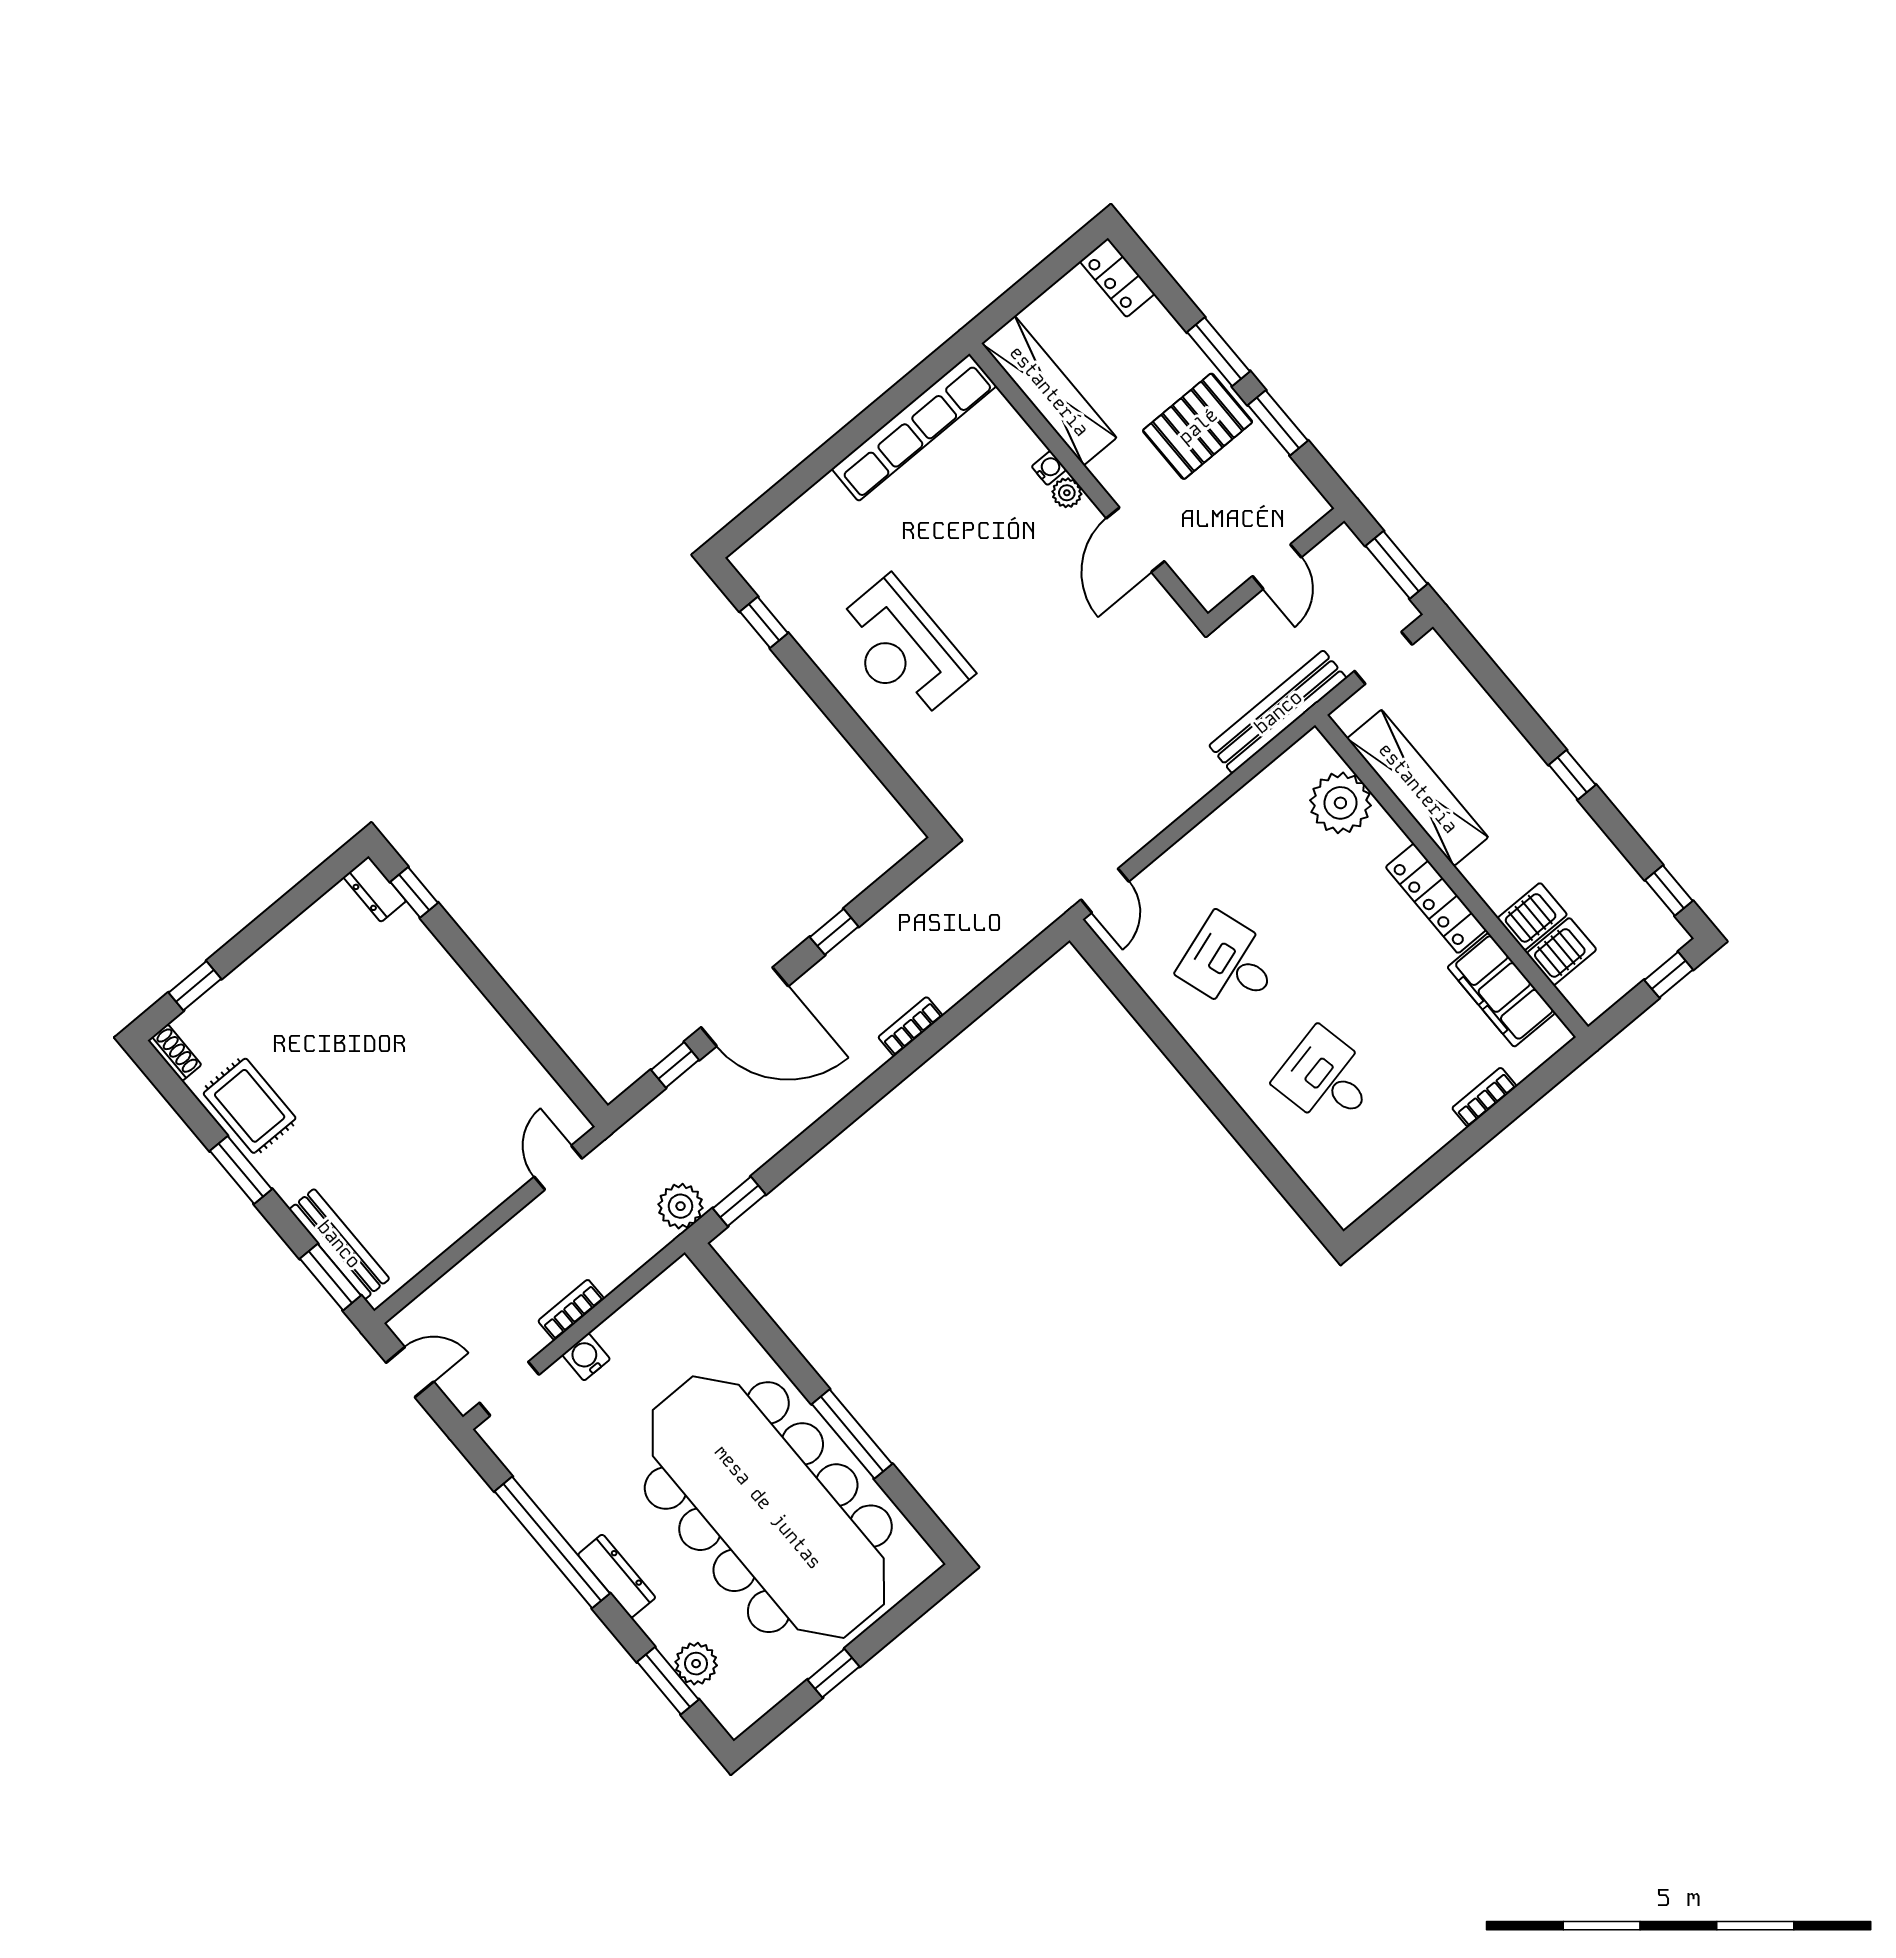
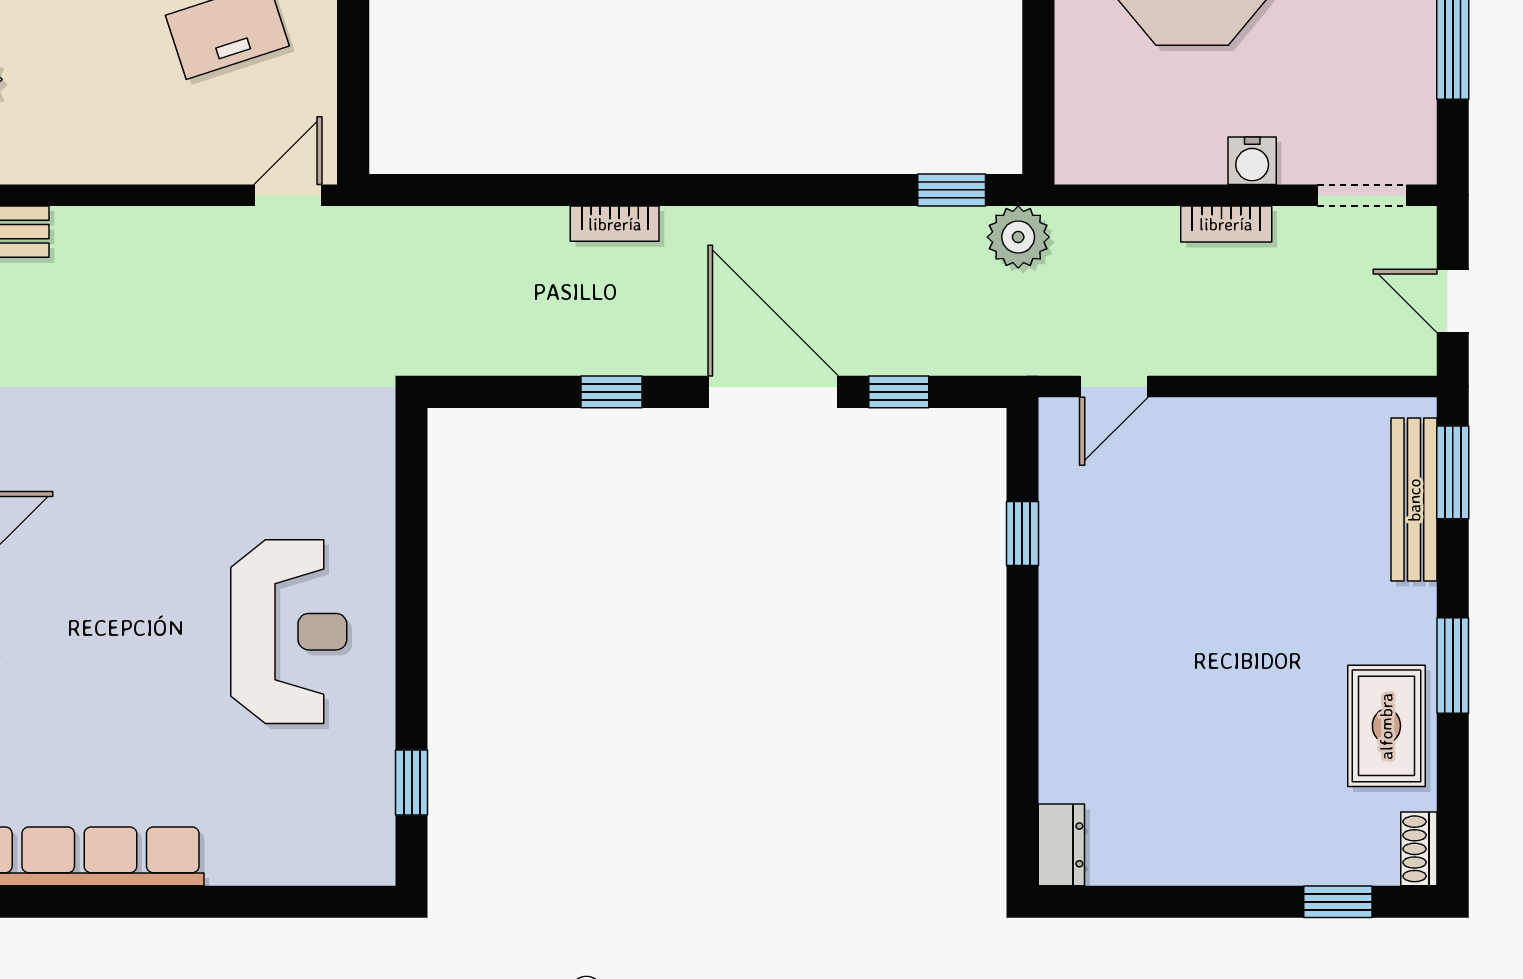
window: (414, 892) -> (1022, 533), moved

